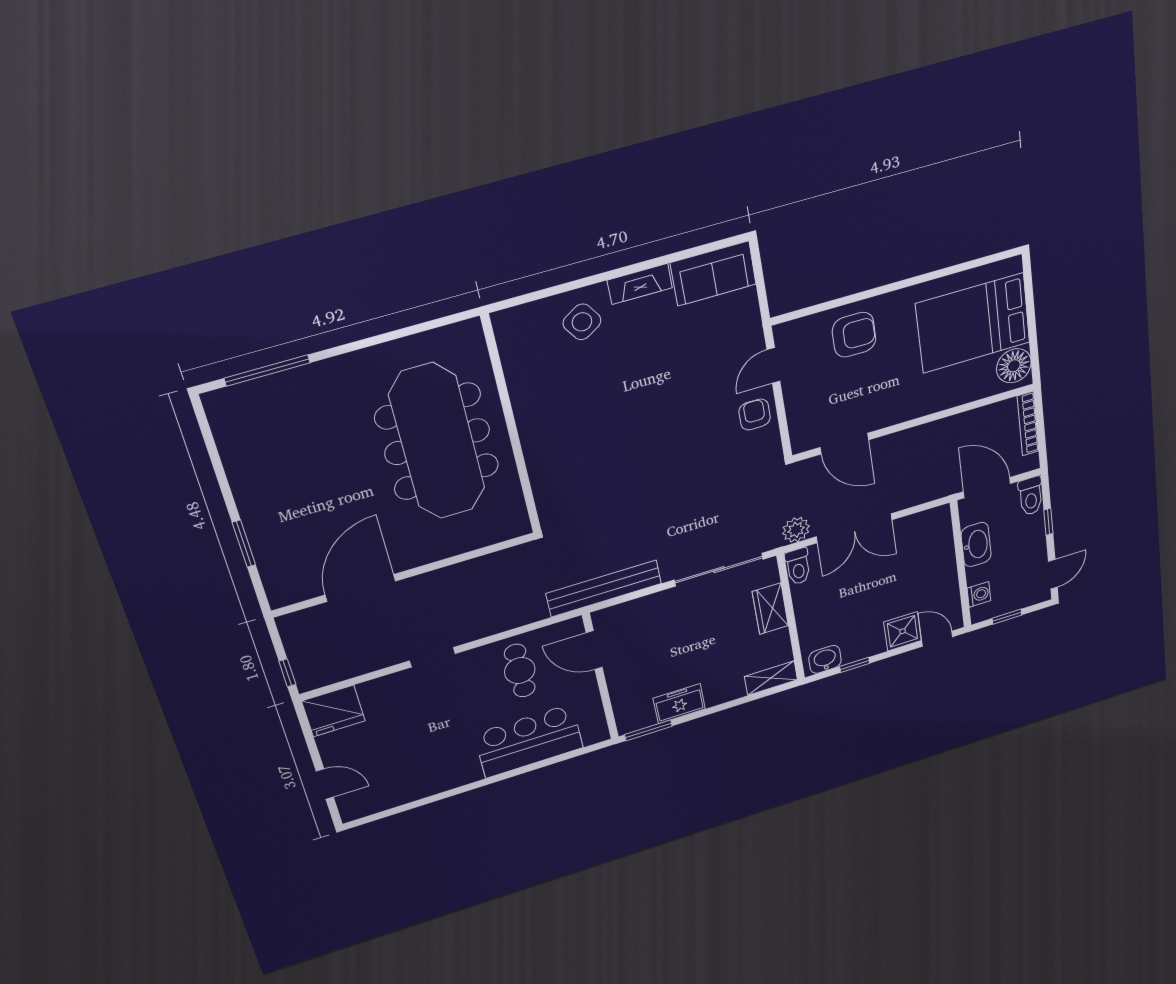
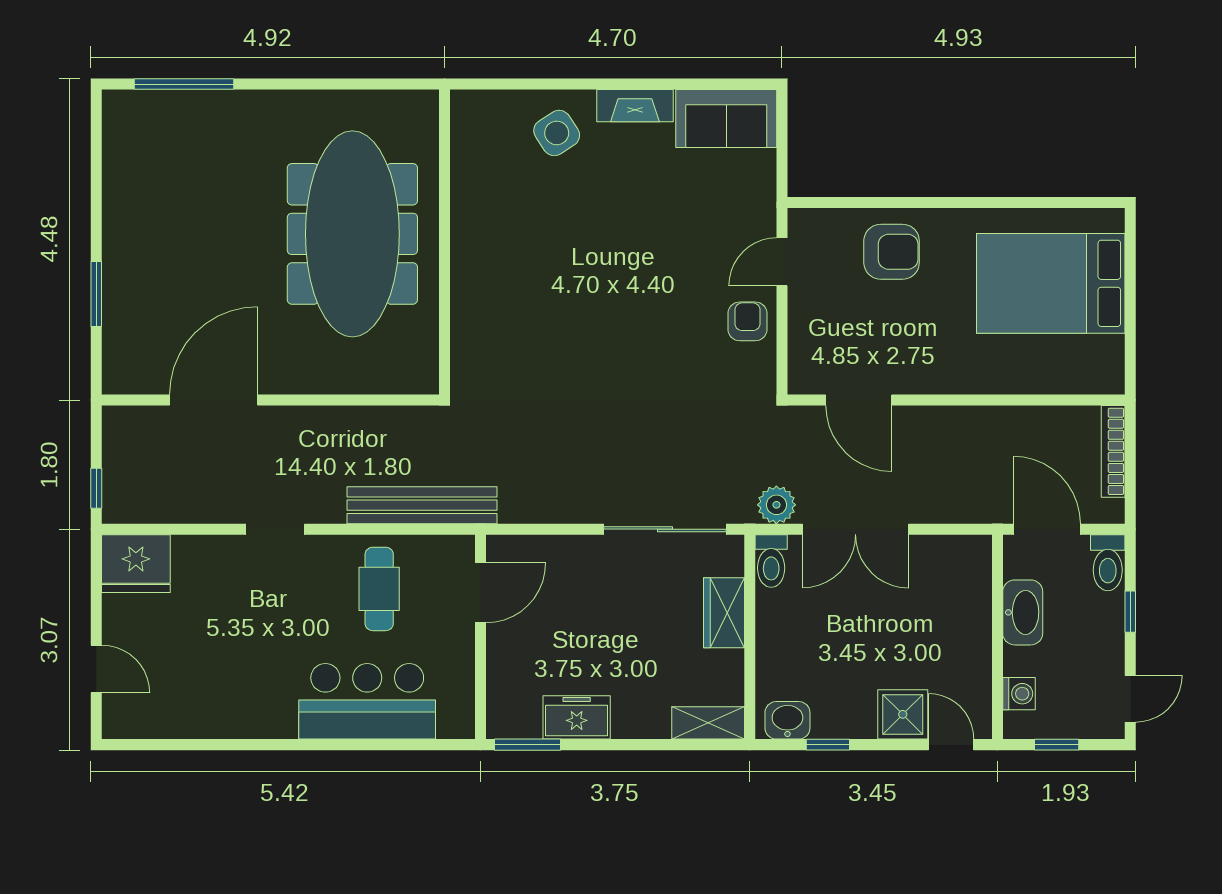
floor lamp: (1014, 366) -> (1101, 360), removed
bench: (604, 588) -> (422, 505), moved
door: (594, 650) -> (480, 593), swing flipped

